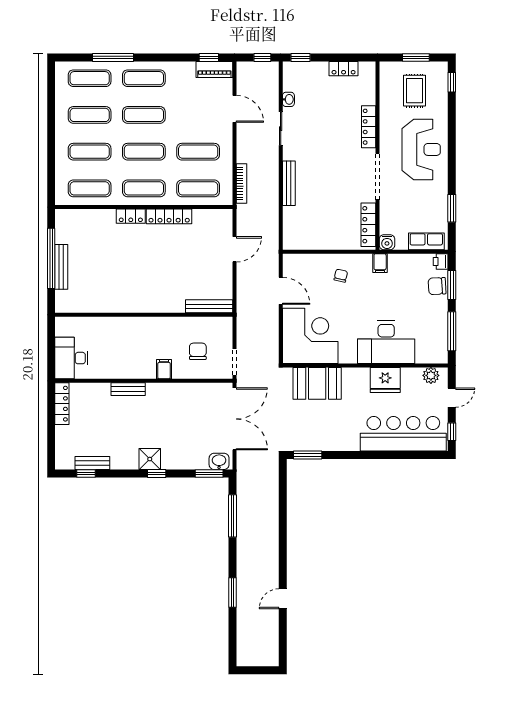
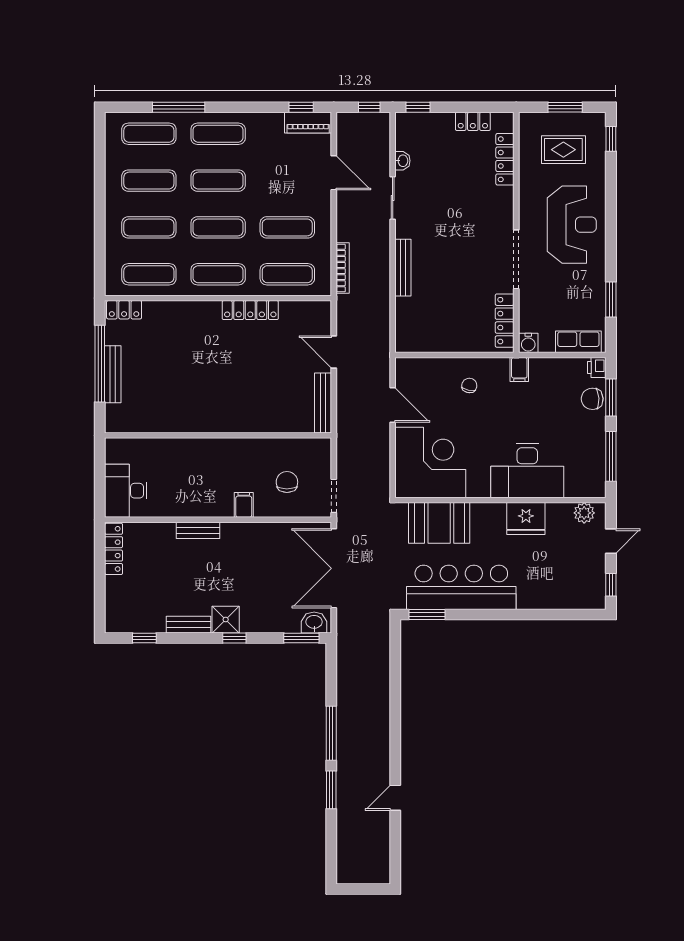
rug: (415, 91) -> (563, 150), turned 90
locker: (369, 127) -> (505, 159), moved
locker: (131, 216) -> (124, 310), moved
door: (235, 249) -> (334, 352), swing flipped
bench: (209, 306) -> (323, 403), moved, turned 90
double door: (235, 419) -> (334, 568), swing flipped
bar counter: (403, 434) -> (461, 587), moved
bench: (92, 463) -> (188, 625), moved
window: (233, 516) -> (331, 733), moved

